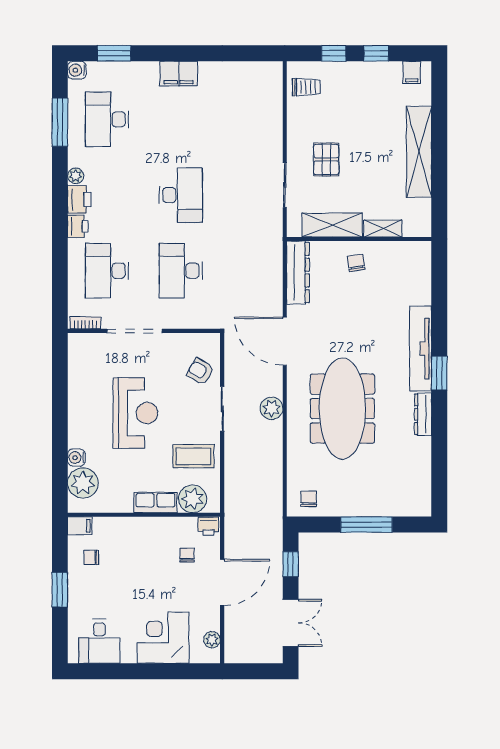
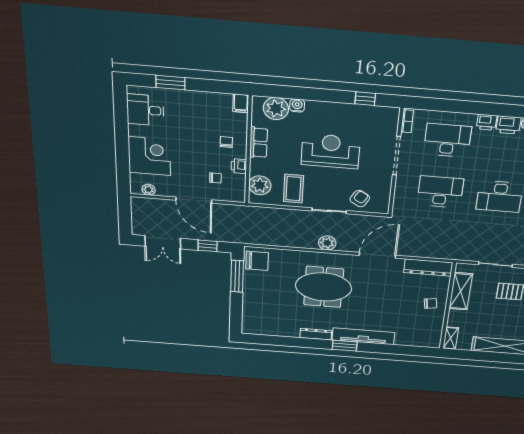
shelving: (383, 229) -> (451, 338), moved
window: (60, 376) -> (365, 99), added
meeting table: (342, 409) -> (324, 287), width x0.73
reception desk: (135, 413) -> (331, 151), turned 180
chair: (309, 499) -> (257, 261), width x1.87, depth x1.87
row of seats: (156, 503) -> (259, 143), moved
window: (367, 525) -> (237, 276), moved
printer: (208, 526) -> (239, 166), moved
chair: (91, 557) -> (226, 142), moved
window: (60, 590) -> (170, 83), moved

